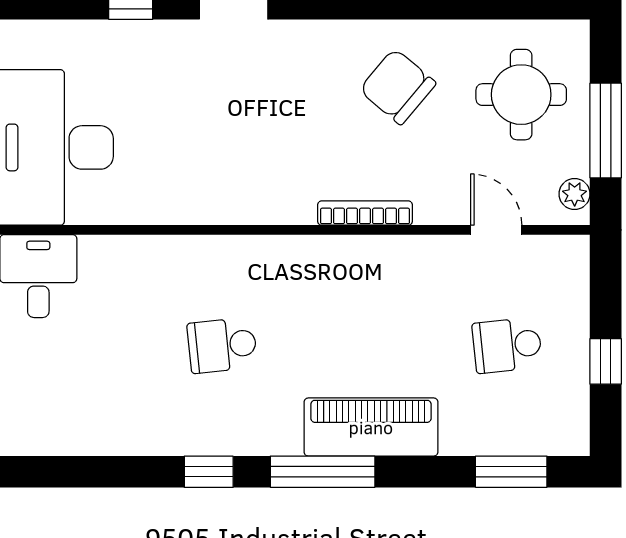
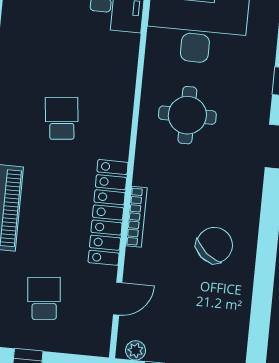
round table: (521, 95) -> (187, 115), moved
locker: (363, 258) -> (108, 212), added

